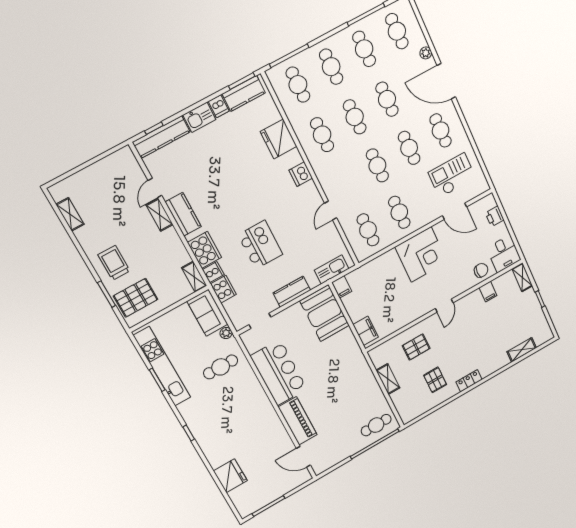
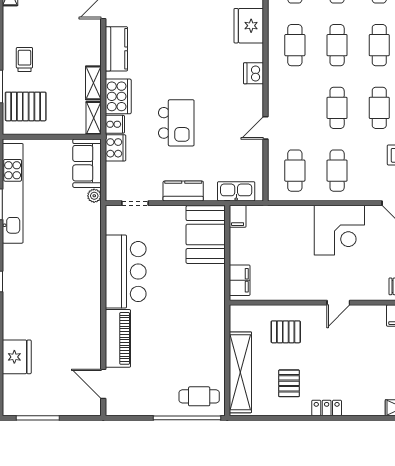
shelving: (160, 215) -> (93, 83), moved
trolley: (114, 263) -> (24, 59), width x0.73, depth x0.72
cafe table: (221, 367) -> (70, 229), removed
shelving: (388, 379) -> (240, 372), width x2.20, depth x1.33

